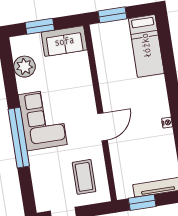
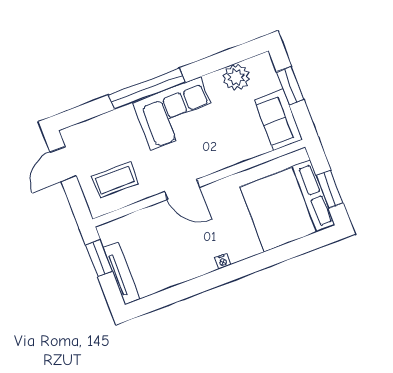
window: (112, 15) -> (330, 189), moved
bed: (146, 46) -> (287, 206), width x2.04
nightstand: (167, 123) -> (223, 261), moved

